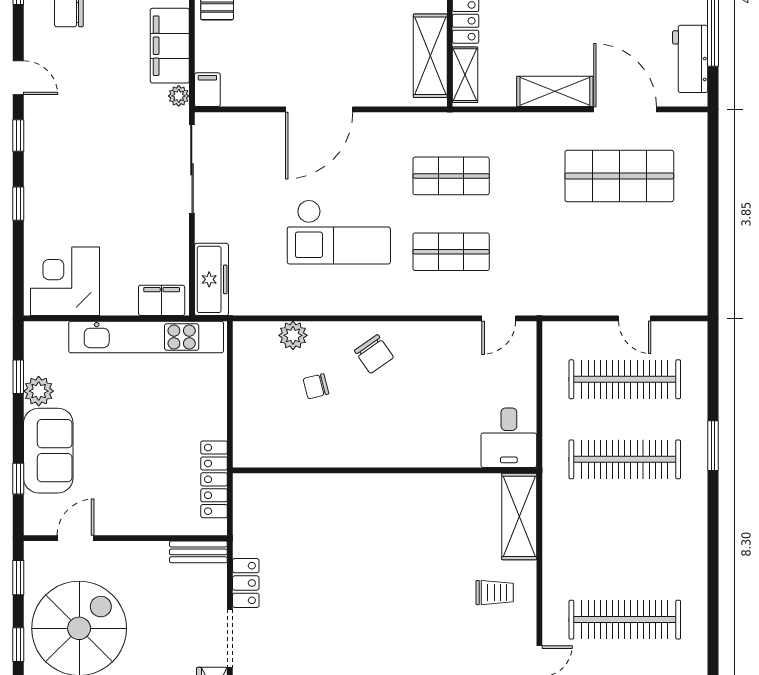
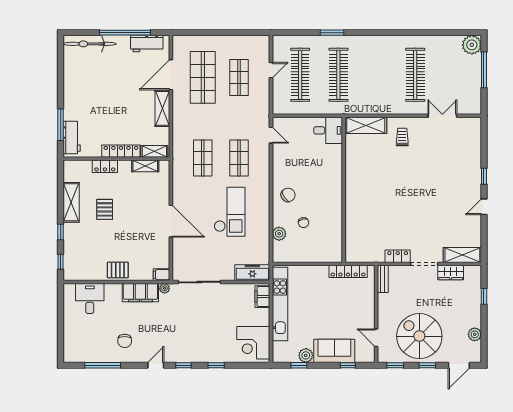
shelving: (430, 56) -> (145, 166), width x0.67, depth x0.75
shop shelf: (619, 252) -> (239, 77), added

